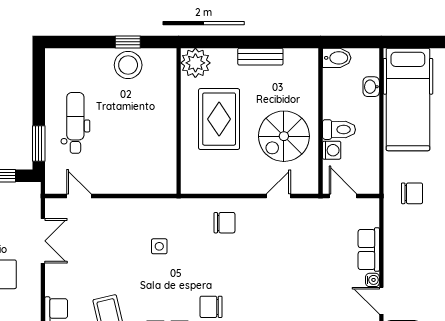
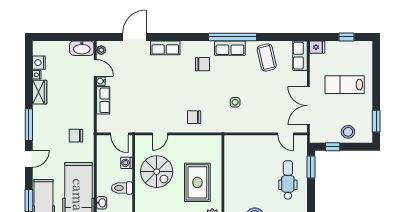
dental chair: (75, 123) -> (288, 180), turned 180
toilet: (339, 130) -> (122, 188), moved
spiral stairs: (284, 136) -> (157, 172), turned 90
double door: (43, 241) -> (308, 106), width x1.37

